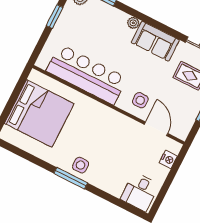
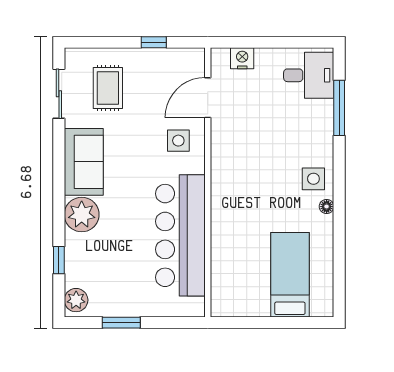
plant: (133, 23) -> (82, 215), width x1.87, depth x1.87
bed: (39, 113) -> (290, 275), width x0.49
floor lamp: (61, 165) -> (327, 207), added
window: (71, 178) -> (339, 108), moved

